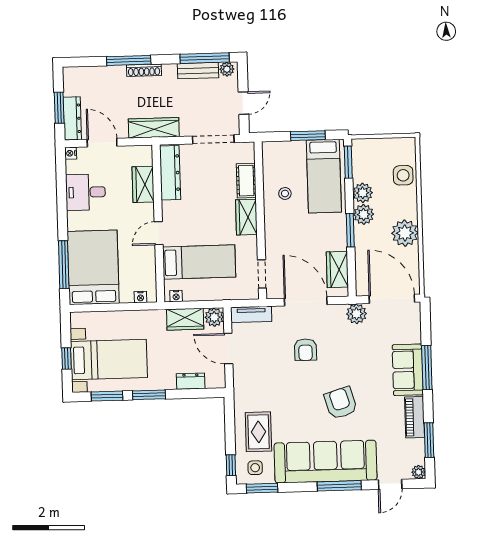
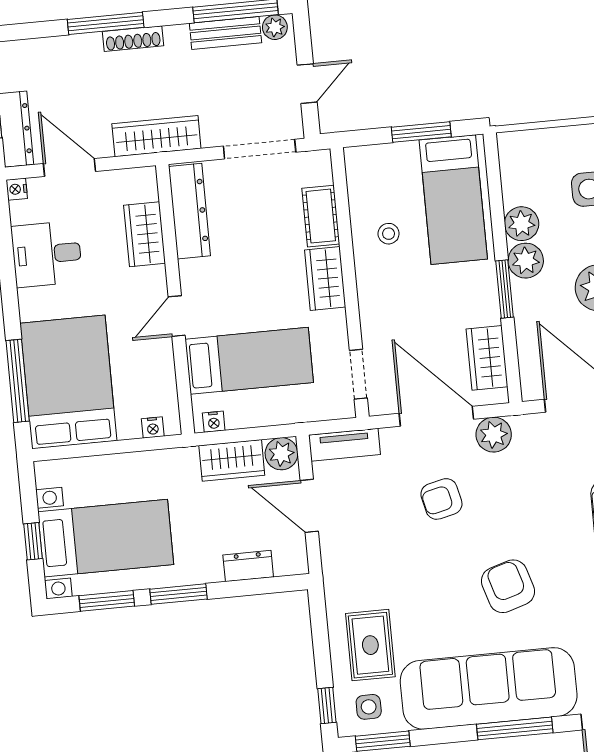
window: (348, 162) -> (493, 173), removed
plant: (357, 314) -> (494, 435), moved
armchair: (305, 350) -> (441, 499), turned 77

